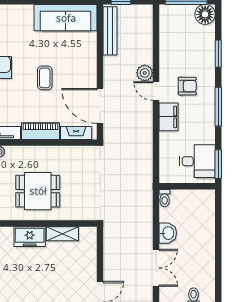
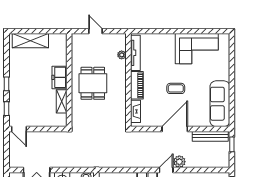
door: (100, 106) -> (175, 129), moved

